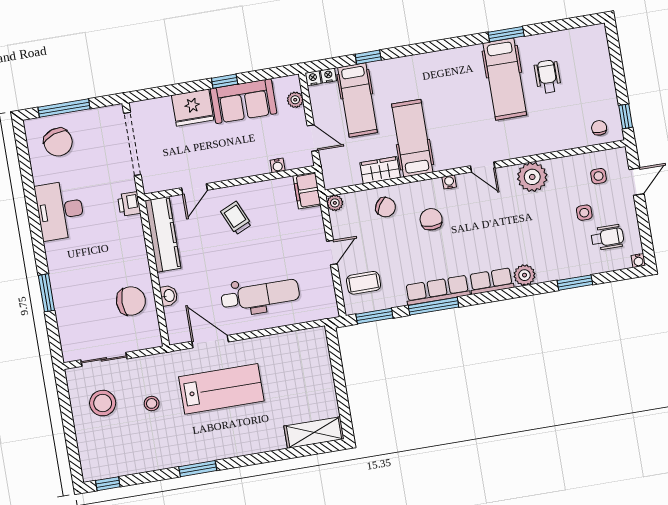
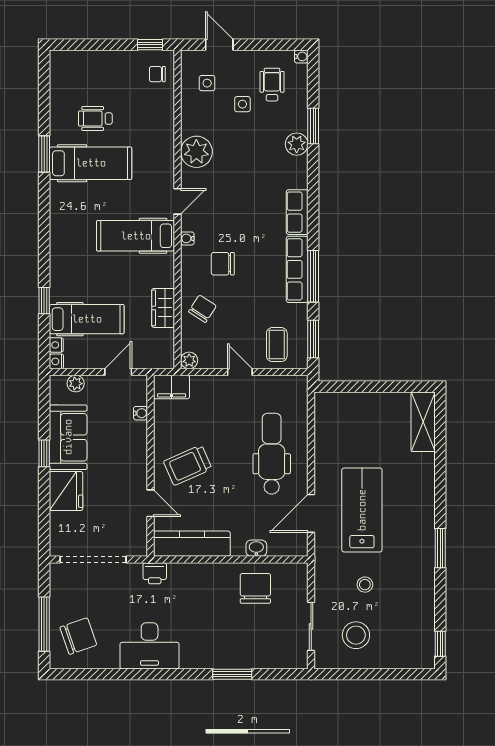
hospital bed: (412, 138) -> (136, 236), moved
trolley: (236, 218) -> (188, 465), width x1.36, depth x1.39
plant: (524, 275) -> (297, 144), moved

